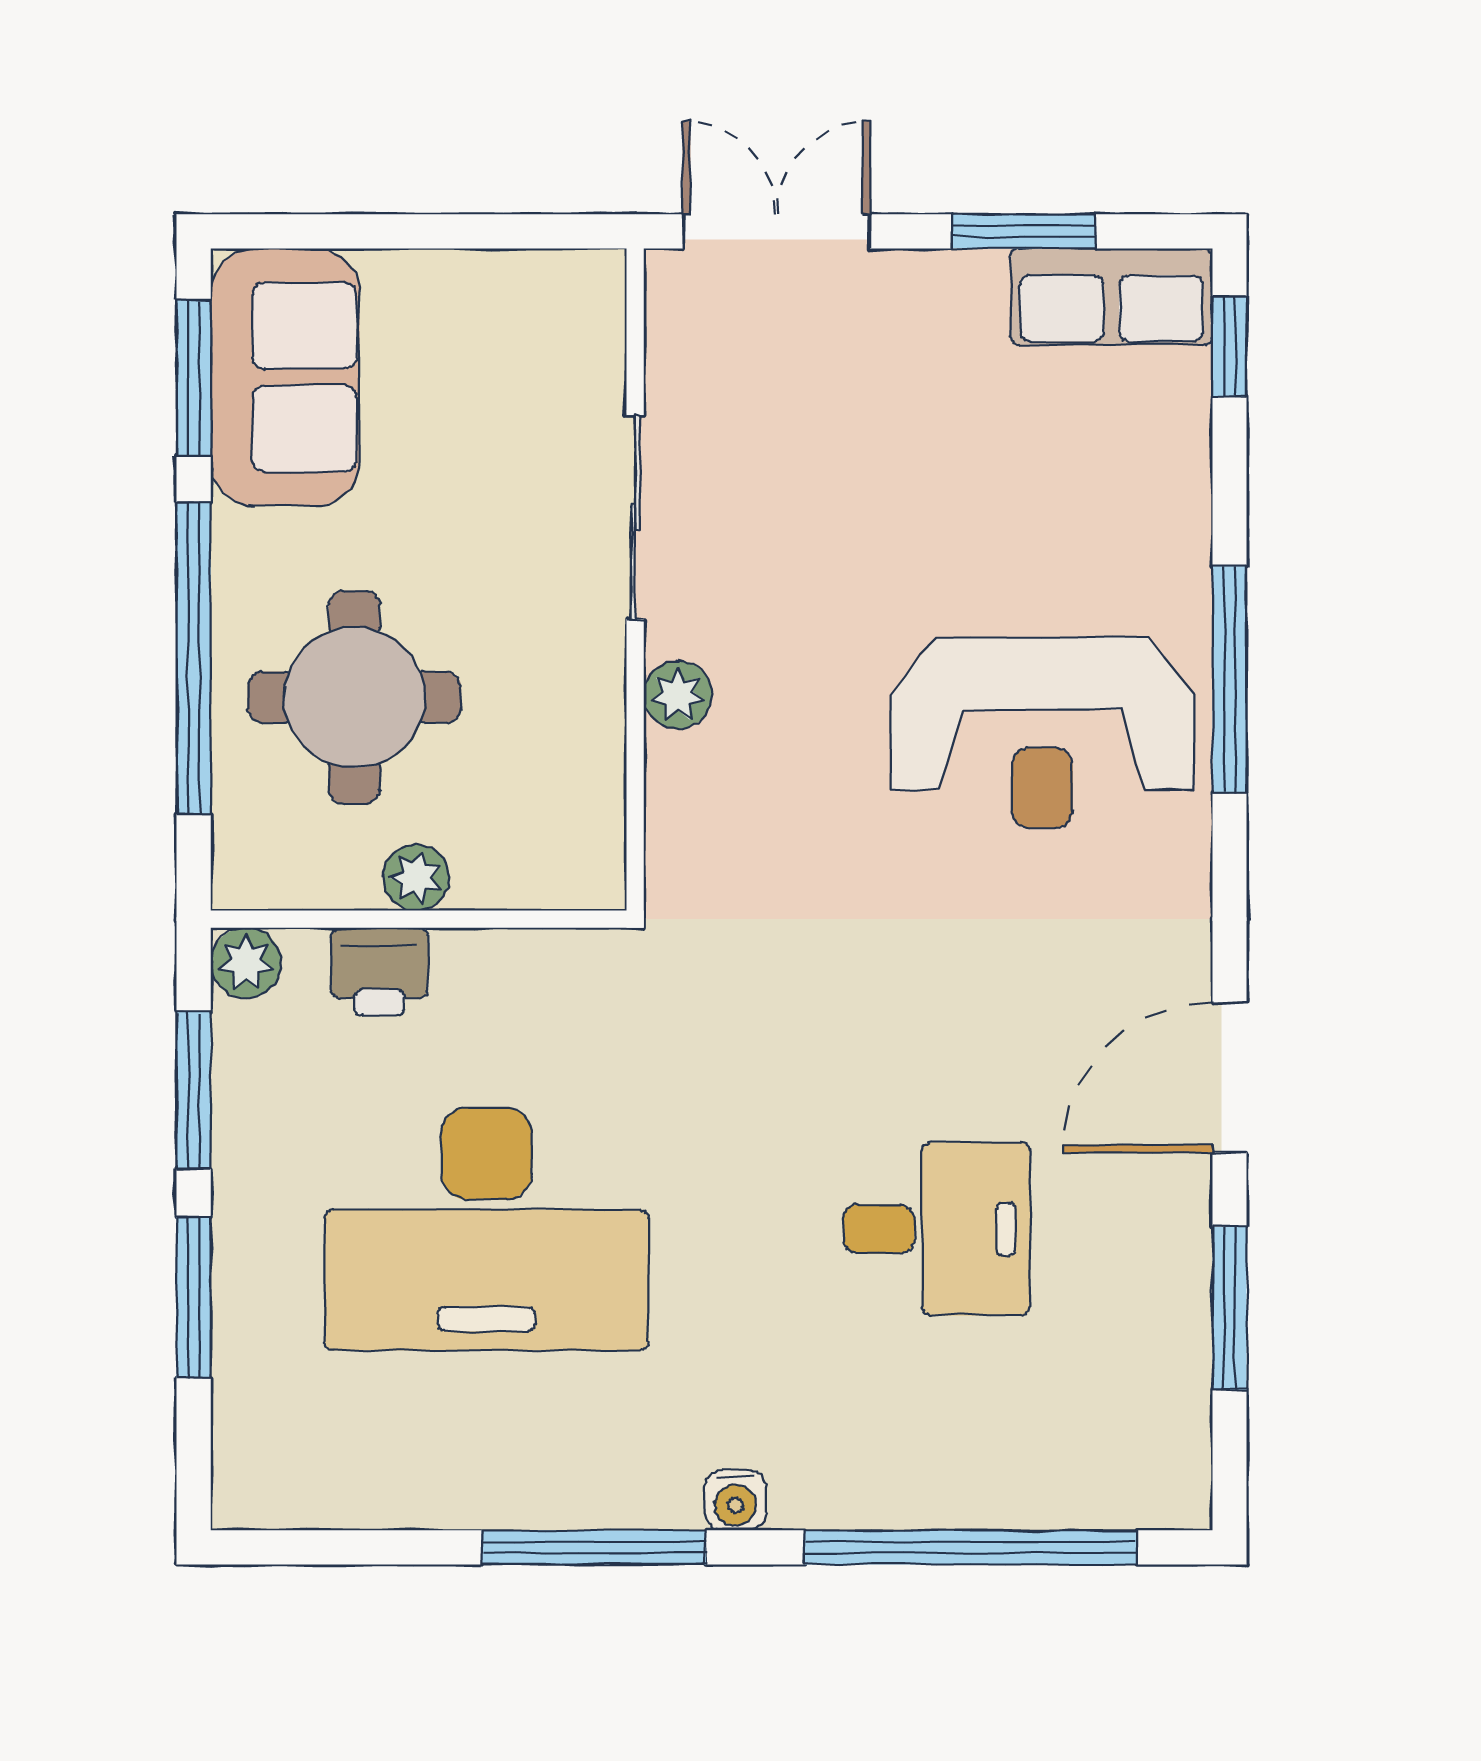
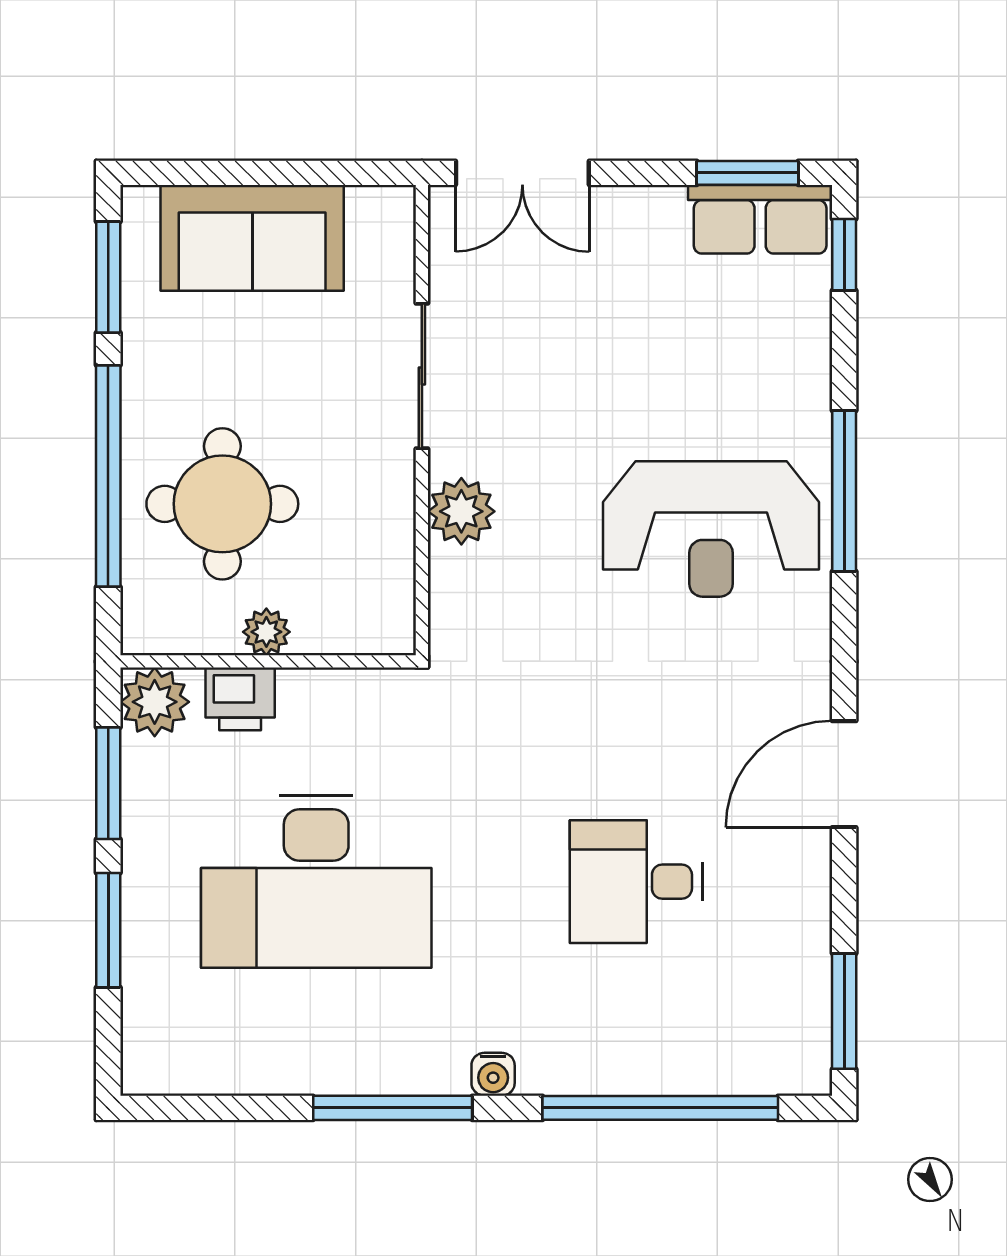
double door: (777, 231) -> (522, 173), swing flipped
window: (1024, 231) -> (748, 173), moved
sofa: (285, 377) -> (252, 238), moved, turned 90
plant: (678, 695) -> (461, 511), width x1.38, depth x1.38
plant: (246, 963) -> (155, 702), width x1.38, depth x1.38
desk: (937, 1229) -> (636, 882), turned 180
window: (1230, 1308) -> (844, 1011), moved

